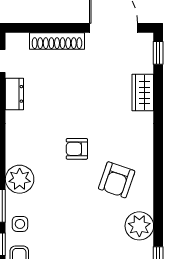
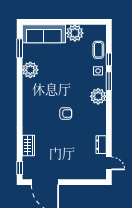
shoe rack: (57, 41) -> (77, 175), removed
armchair: (117, 180) -> (43, 96), removed

